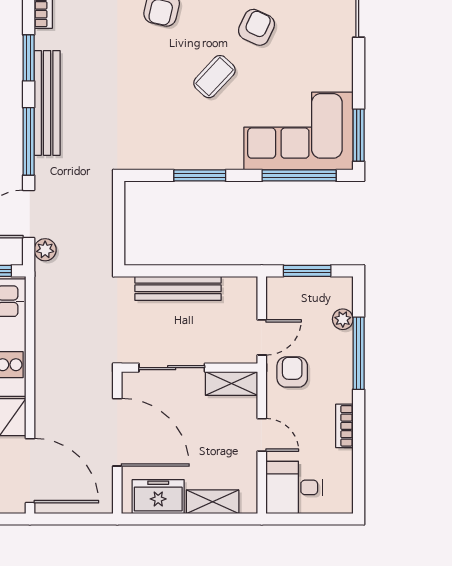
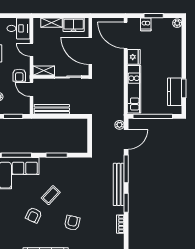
bench: (178, 288) -> (52, 109), moved
door: (262, 337) -> (32, 89), hinge flipped

